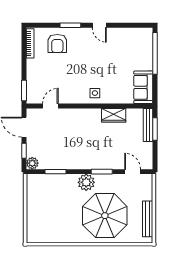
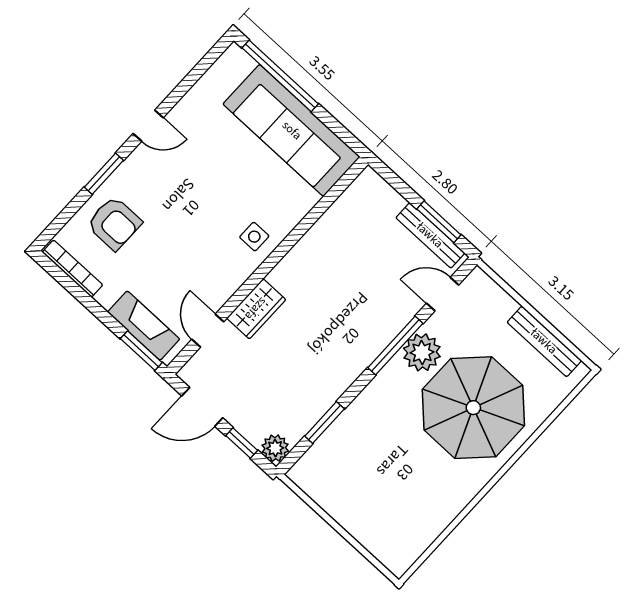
fireplace: (33, 84) -> (144, 326), added
sofa: (143, 87) -> (292, 130), width x1.85, depth x1.27
wardrobe: (114, 115) -> (256, 309), moved
bench: (148, 125) -> (430, 235), moved
window: (155, 129) -> (439, 222), moved
window: (102, 172) -> (395, 345), width x1.44
plant: (86, 182) -> (422, 352), moved

